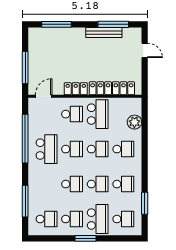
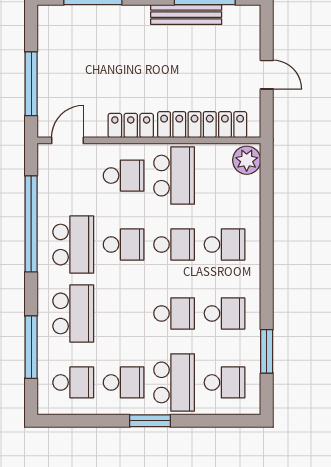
door: (145, 50) -> (267, 75), moved
plant: (134, 122) -> (247, 160), moved
school desk: (72, 184) -> (73, 313), moved, width x1.85

